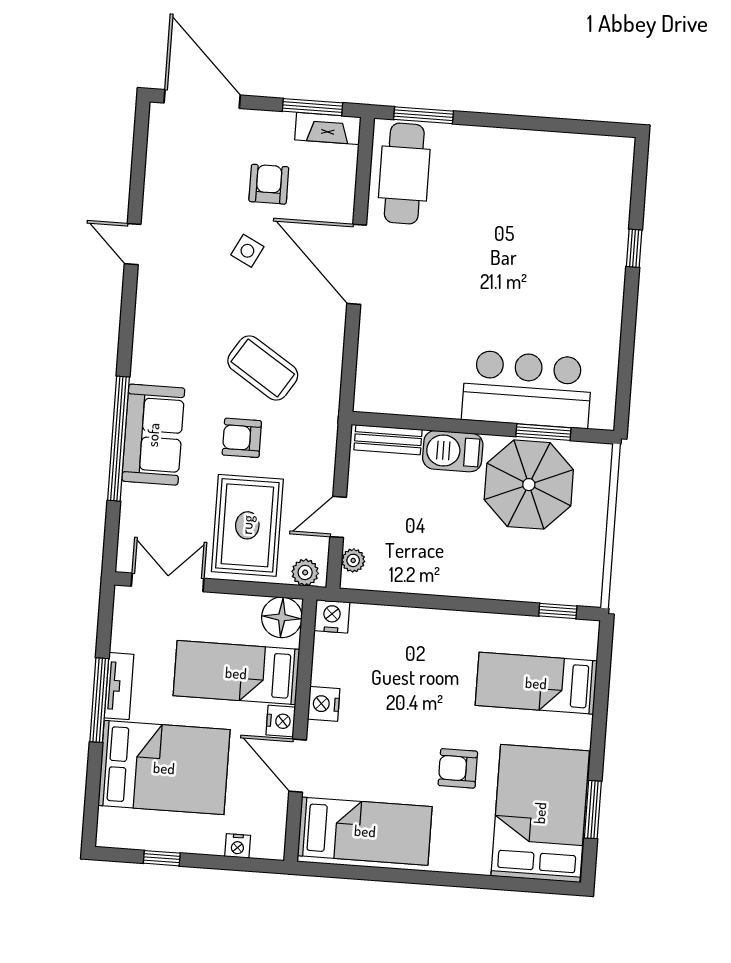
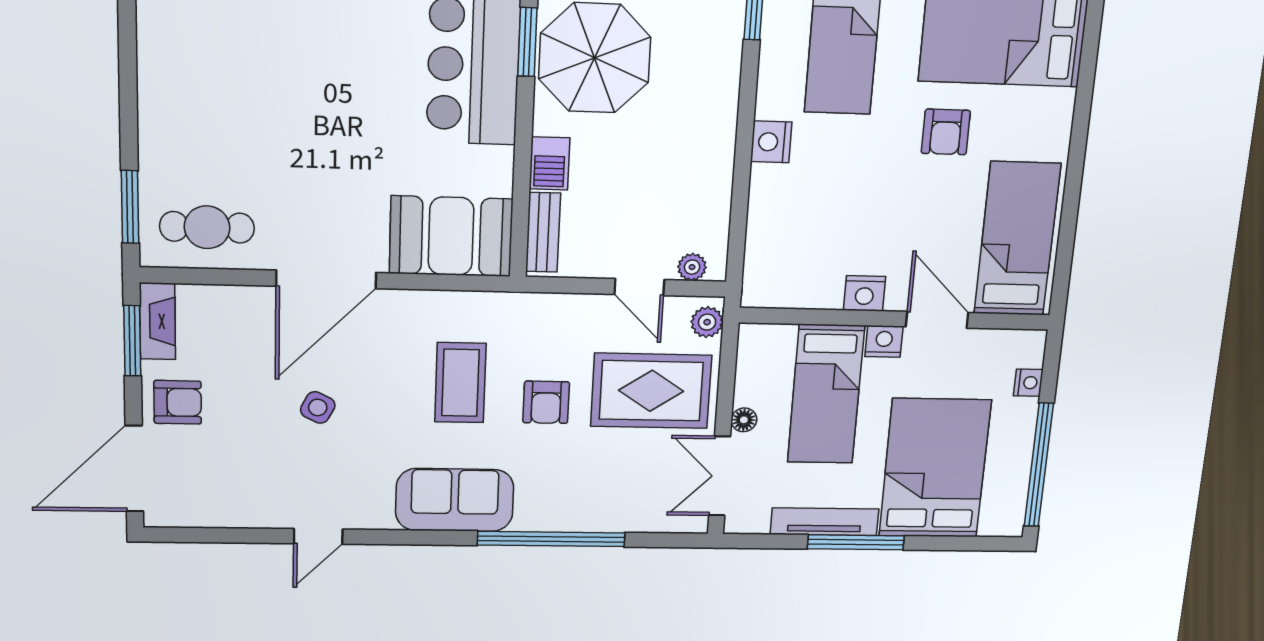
cafe table: (404, 174) -> (207, 227), width x0.73, depth x0.74
armchair: (269, 184) -> (178, 402), moved, turned 180
booth: (388, 366) -> (451, 236), added
coffee table: (263, 368) -> (460, 383), turned -33
sofa: (153, 435) -> (455, 500), moved
barbecue: (453, 451) -> (549, 163), width x0.73, depth x0.79
nightstand: (332, 616) -> (771, 142), moved
floor lamp: (282, 617) -> (744, 420), moved, width x0.53, depth x0.53
tv unit: (119, 686) -> (825, 522), width x1.41
door: (298, 766) -> (937, 320), swing flipped
window: (162, 858) -> (1039, 465), width x3.17

